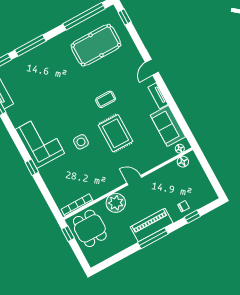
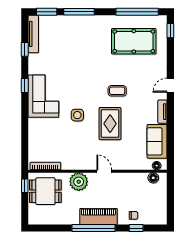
window: (32, 167) -> (25, 86), moved
dining table: (90, 228) -> (45, 191), turned 90
window: (153, 238) -> (94, 228), width x1.46

